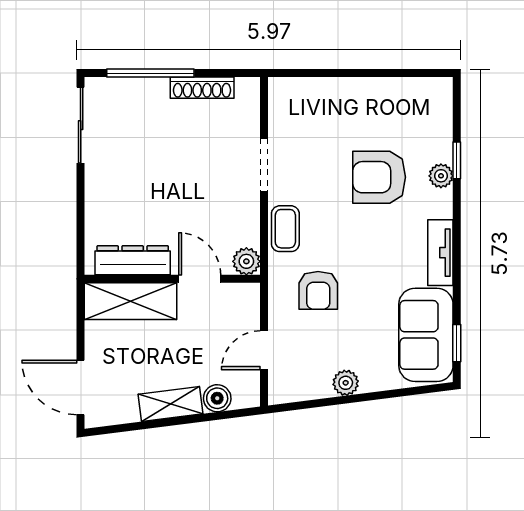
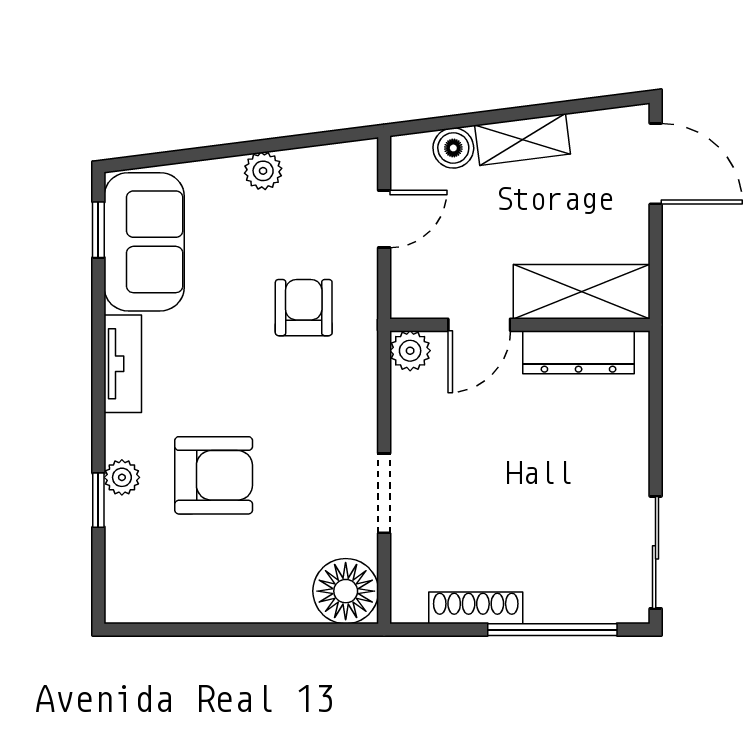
floor lamp: (290, 99) -> (346, 591), added
coffee table: (285, 229) -> (352, 399), removed
door: (200, 279) -> (479, 325), hinge flipped

